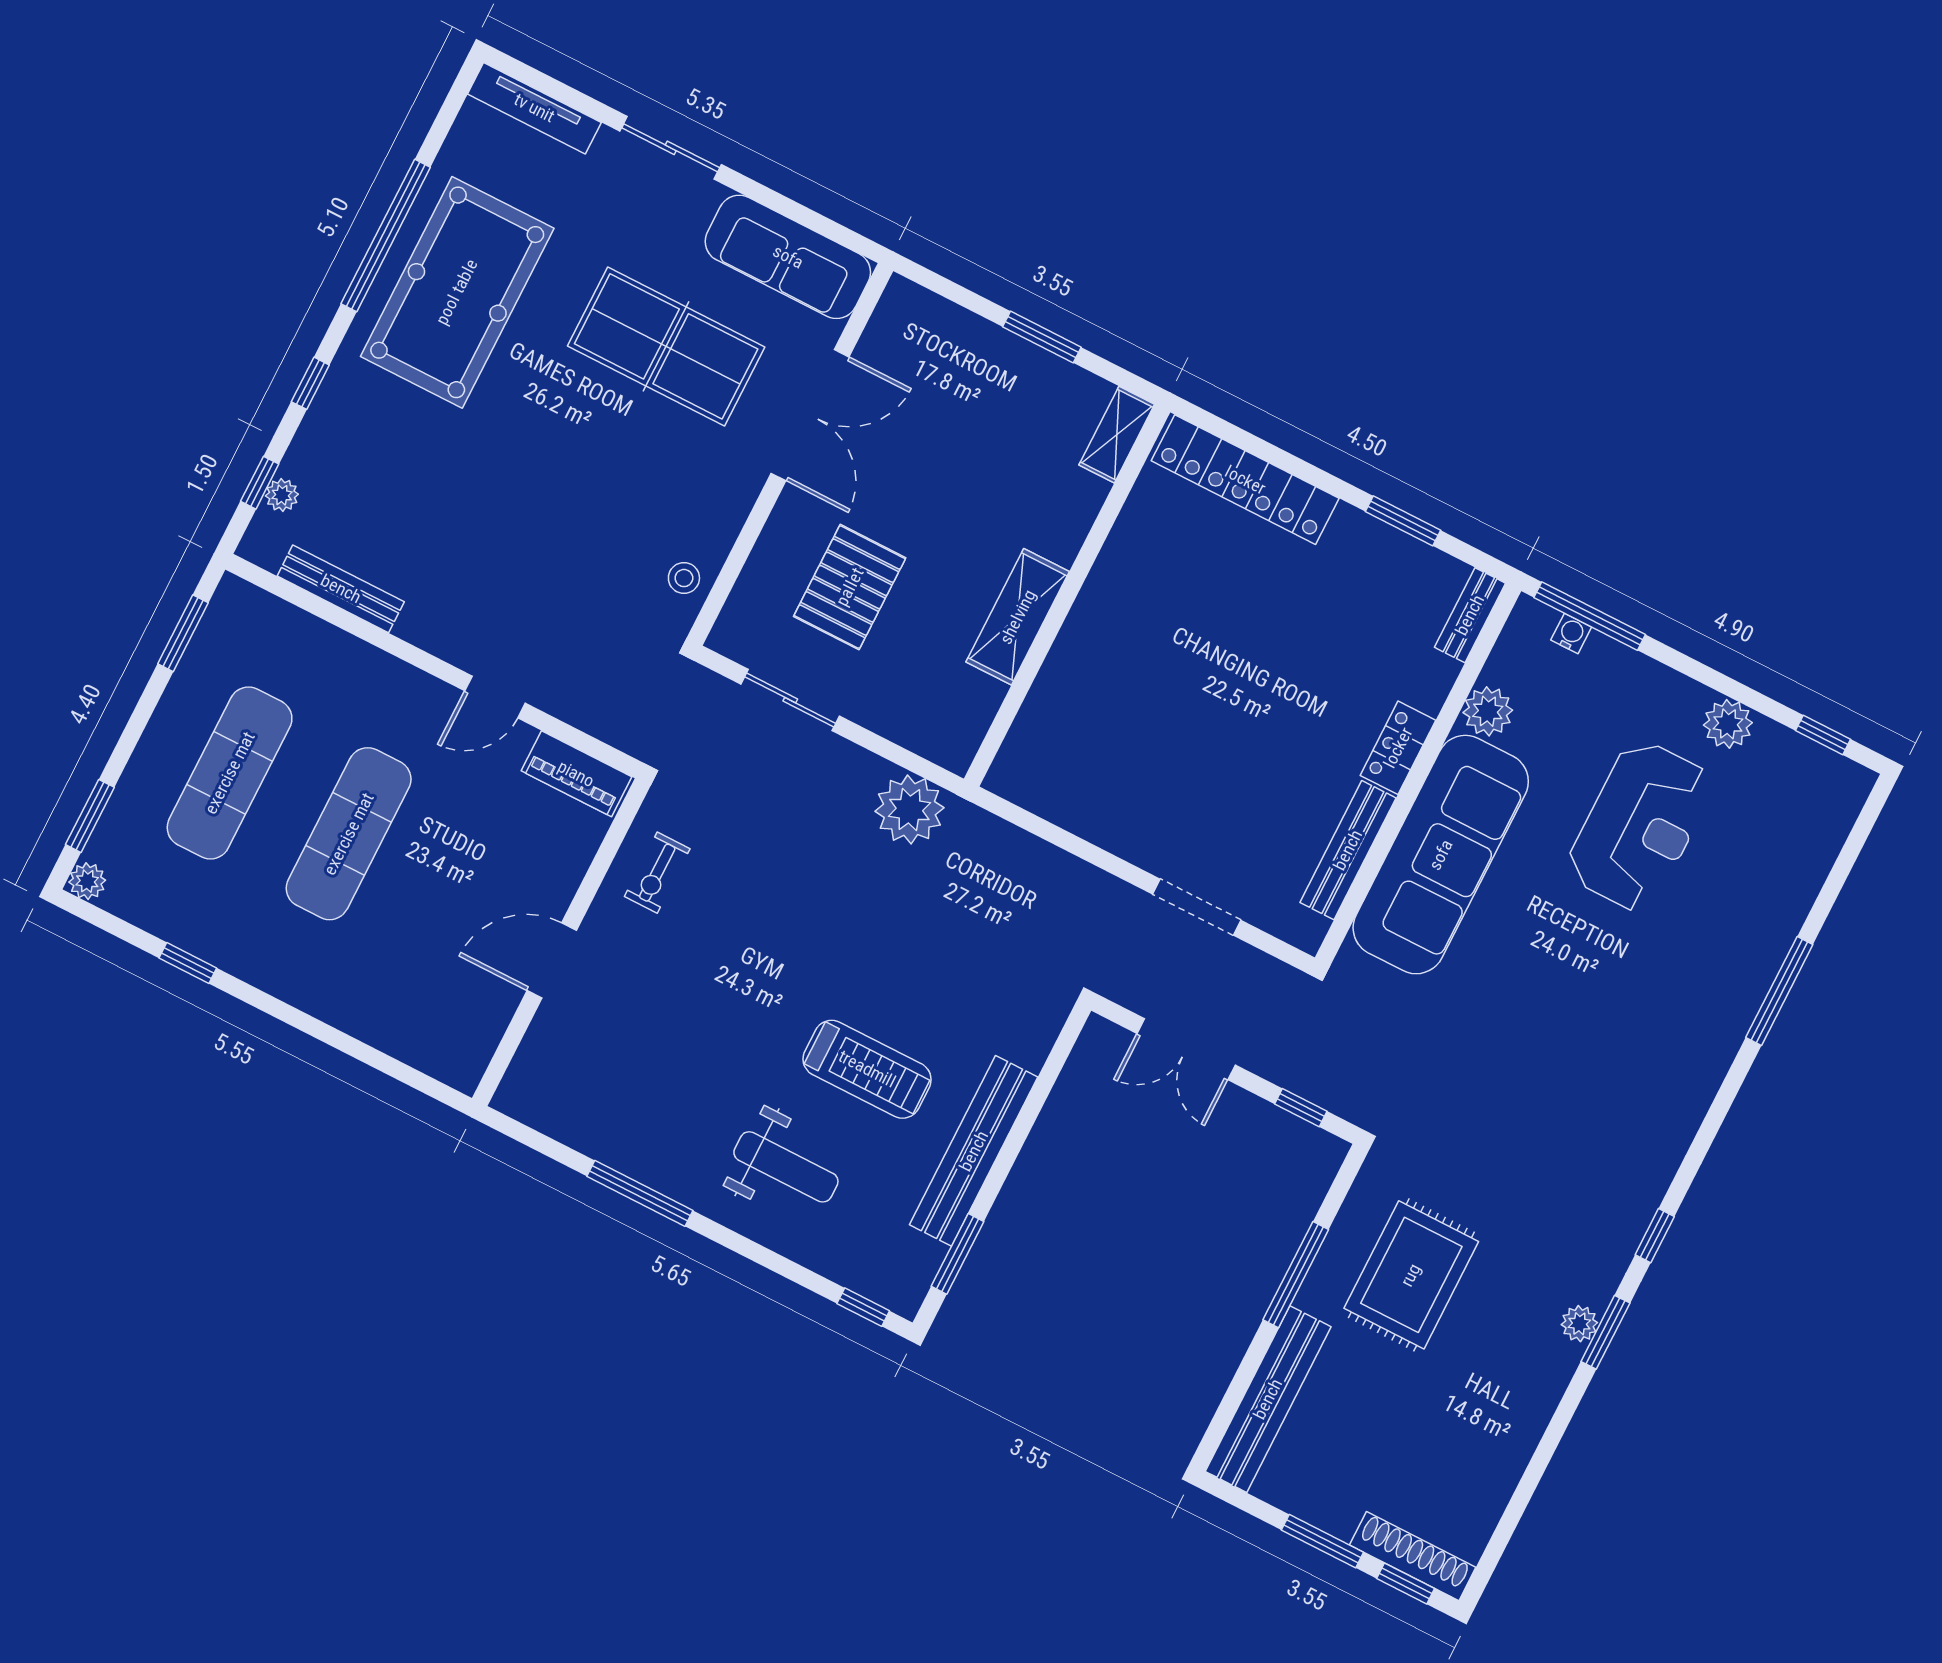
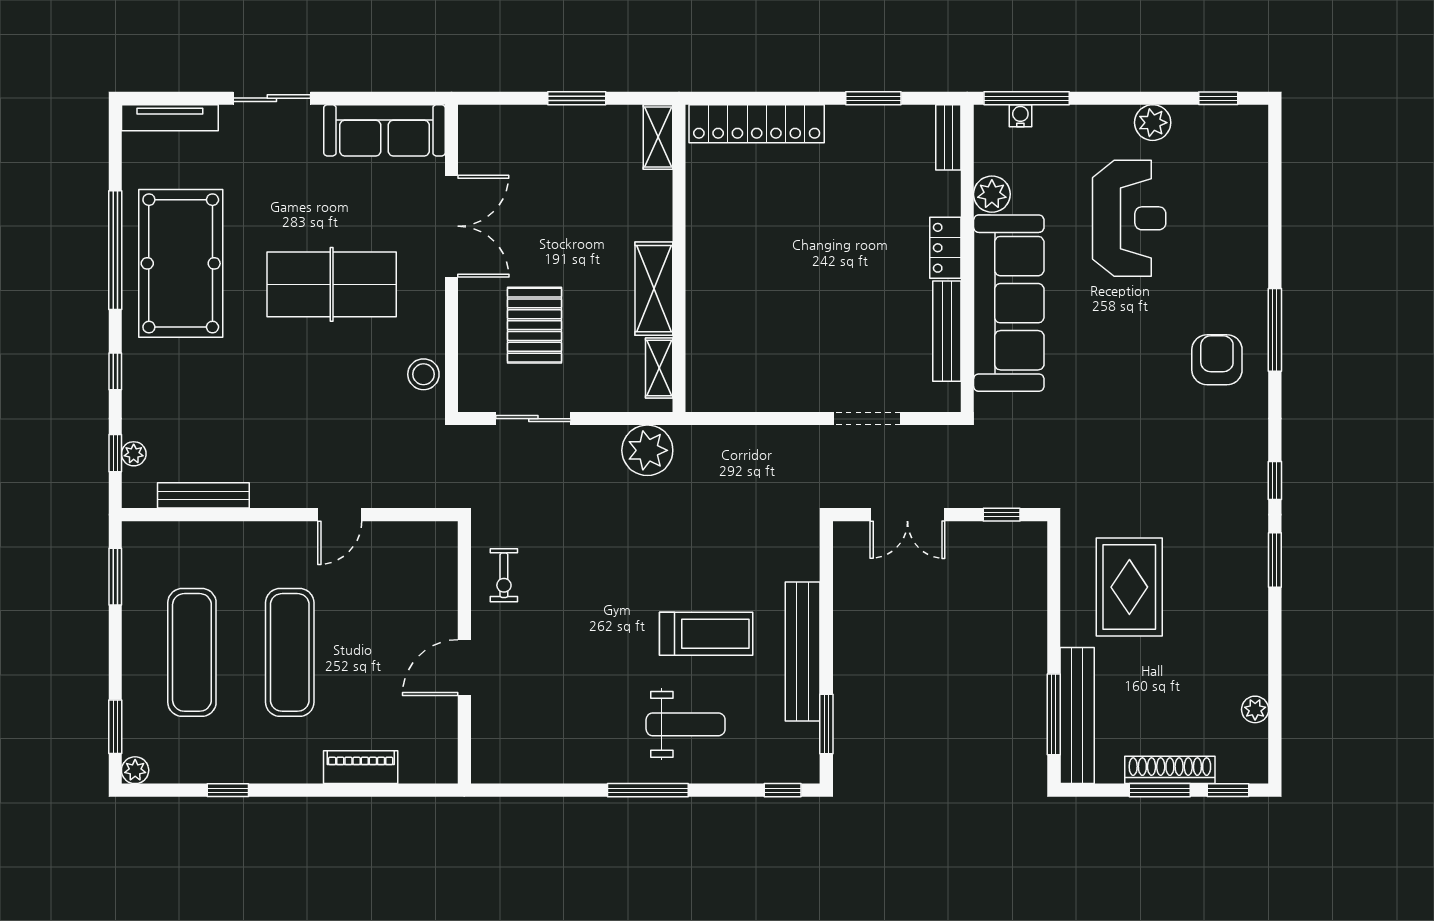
table tennis table: (666, 346) -> (332, 284), moved
stool: (684, 578) -> (423, 374), width x1.37, depth x1.37
shelving: (975, 717) -> (659, 368), added
piano: (576, 774) -> (361, 767), moved, turned 180
window: (1779, 991) -> (1275, 330), moved
armchair: (1659, 1053) -> (1217, 360), added
window: (640, 1193) -> (648, 790), moved
window: (1296, 1275) -> (1054, 714), moved
plant: (1579, 1324) -> (1255, 709), moved
shoe rack: (1413, 1556) -> (1170, 770), moved

